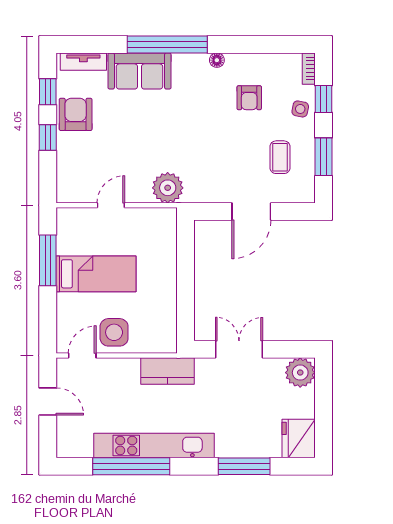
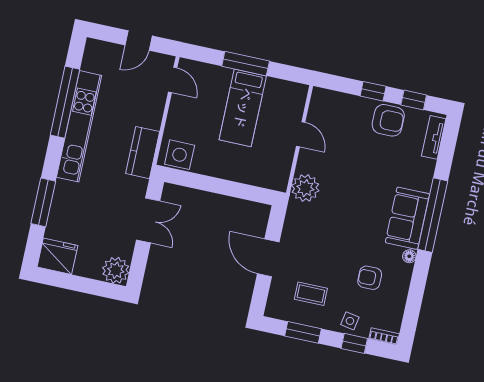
sofa: (139, 71) -> (407, 218), moved
window: (48, 260) -> (246, 64), moved
side table: (114, 332) -> (180, 155), moved

